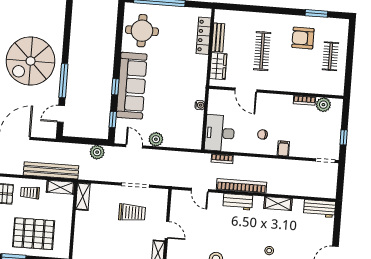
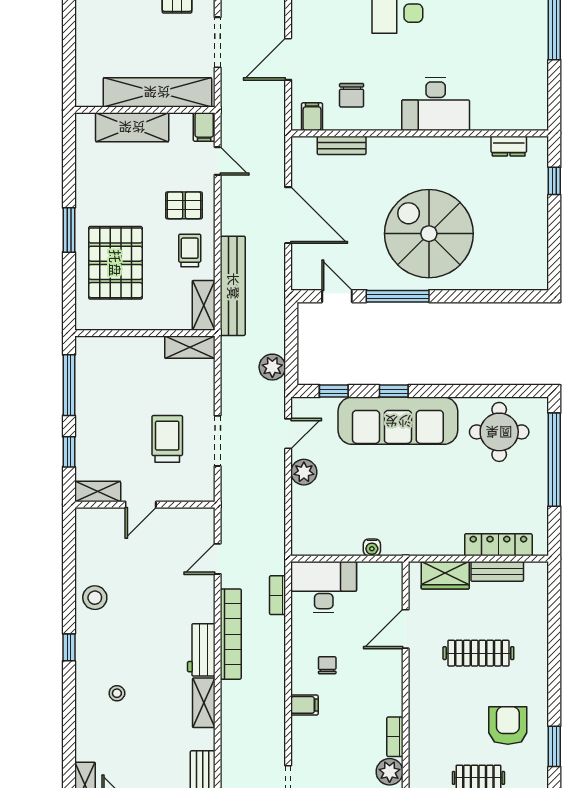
workbench: (238, 202) -> (201, 650), moved
trolley: (132, 213) -> (167, 439), turned 180

